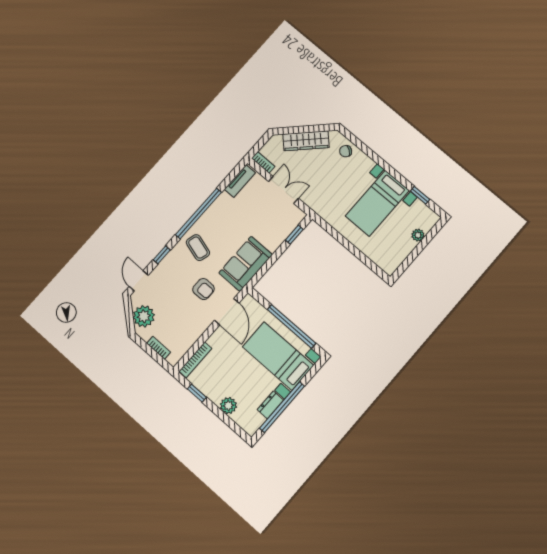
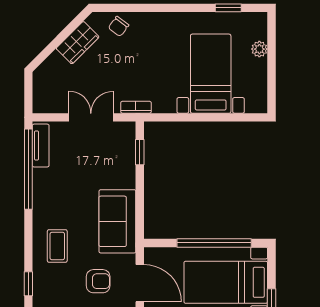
wardrobe: (306, 141) -> (78, 43), width x0.67
bookcase: (263, 162) -> (136, 107), moved
bed with nightstands: (377, 203) -> (211, 74), moved, turned 180
window: (198, 214) -> (28, 169), moved
coffee table: (198, 248) -> (57, 246), turned 74

